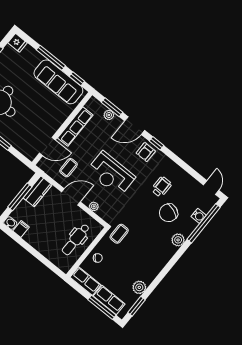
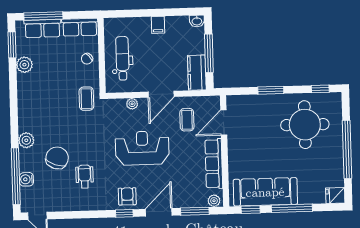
plant: (109, 115) -> (214, 201), moved
wheelchair: (161, 187) -> (85, 176), turned 180
filing cabinet: (21, 229) -> (158, 25), moved

